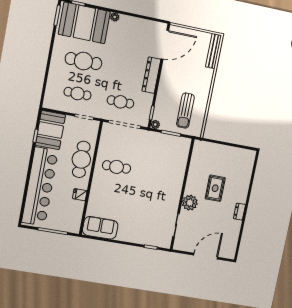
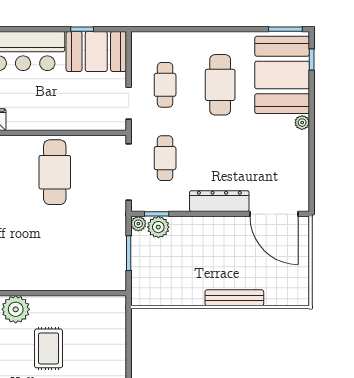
bench: (213, 51) -> (234, 298), moved
sun lounger: (185, 111) -> (171, 270), removed
plant: (159, 113) -> (158, 227), added
cafe table: (81, 159) -> (57, 111), removed
cafe table: (117, 167) -> (55, 172), width x1.37, depth x1.35
rug: (215, 188) -> (49, 348), turned 90

